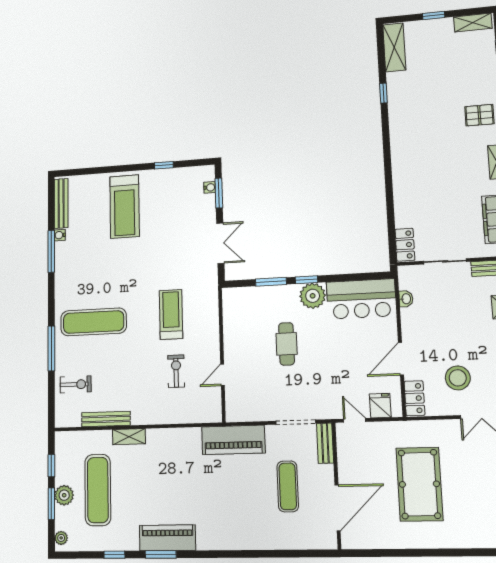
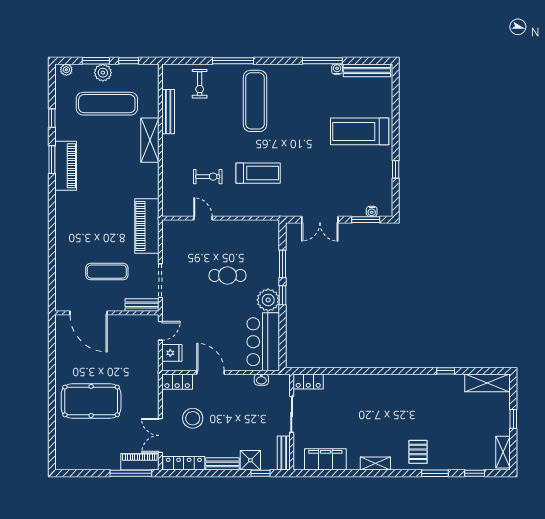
shelving: (129, 437) -> (150, 140), width x1.50, depth x1.33
pool table: (419, 484) -> (91, 401), moved

